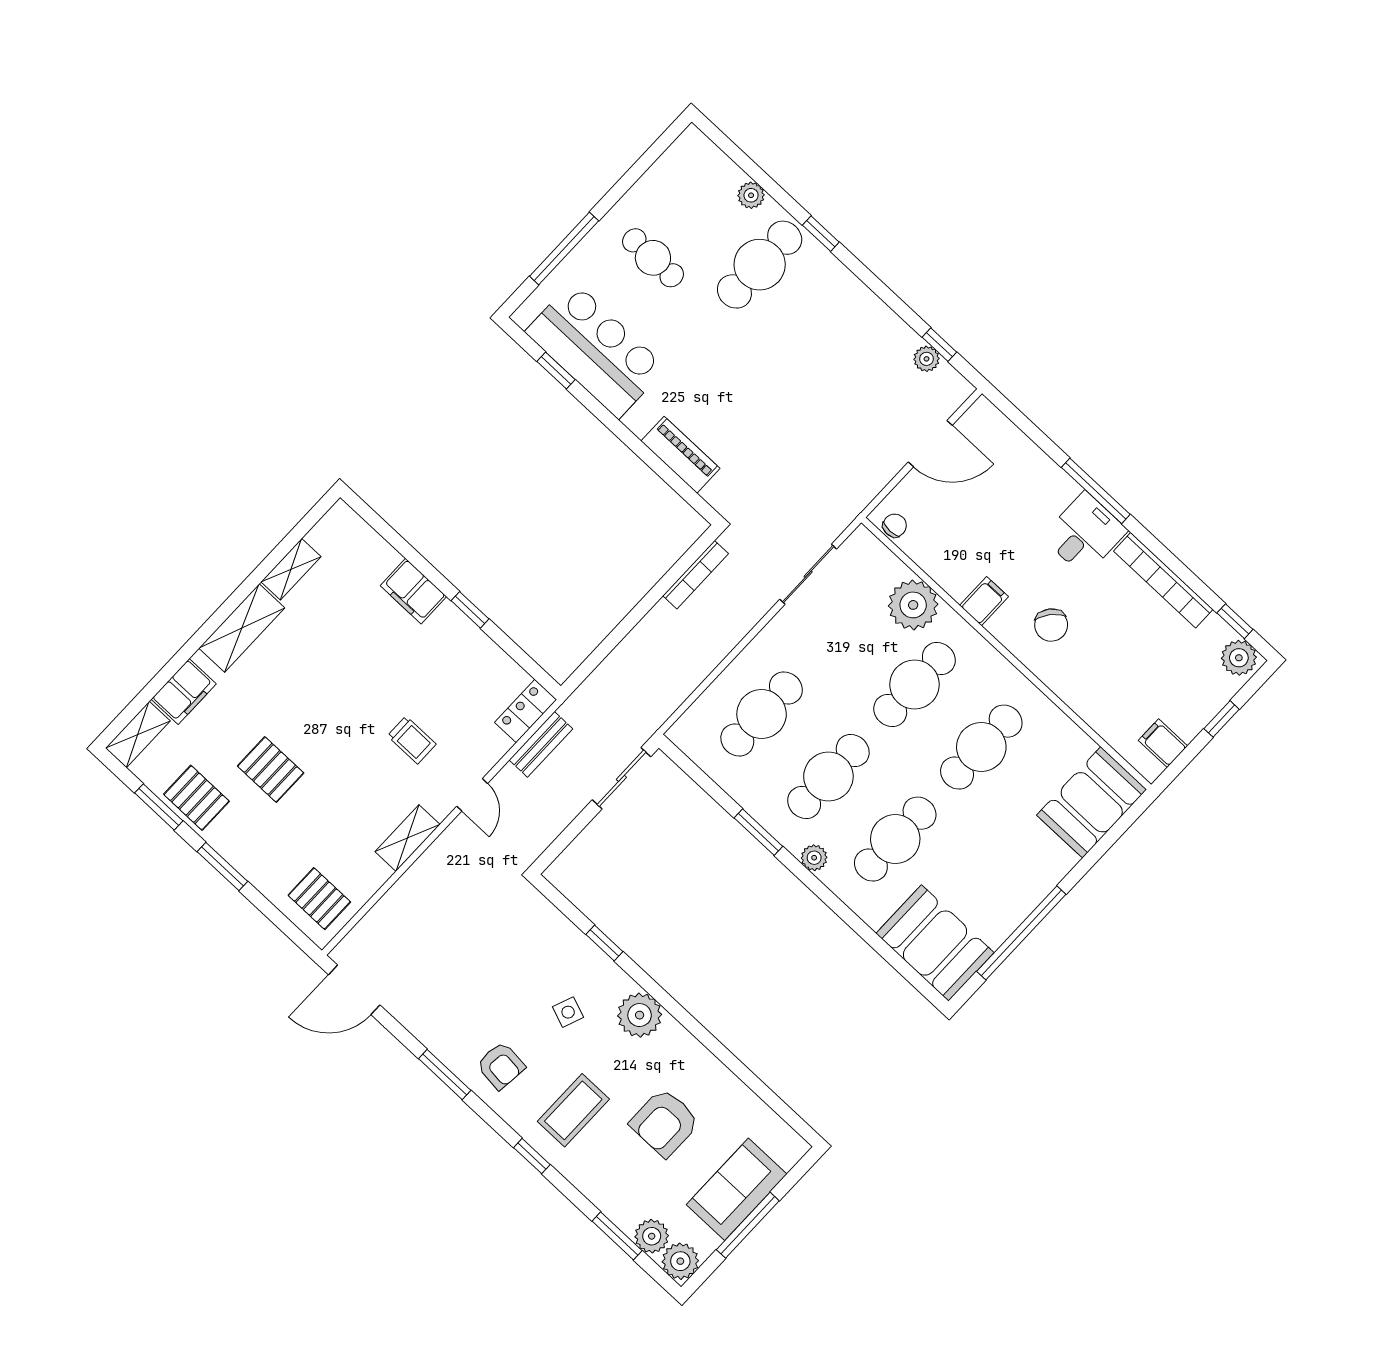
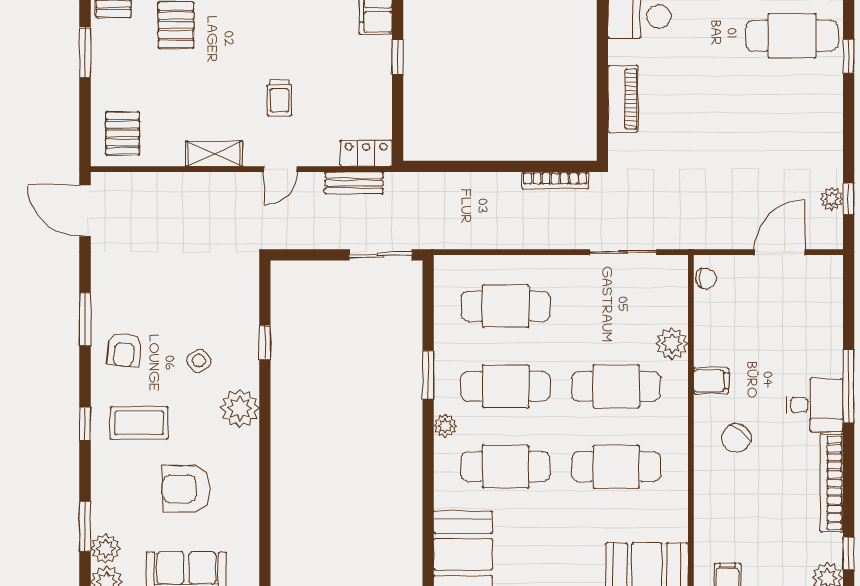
door: (930, 444) -> (780, 252), swing flipped
plant: (913, 605) -> (672, 344), width x0.73, depth x0.73
side table: (568, 1012) -> (199, 361), turned 35

